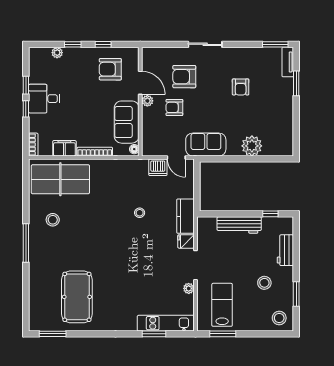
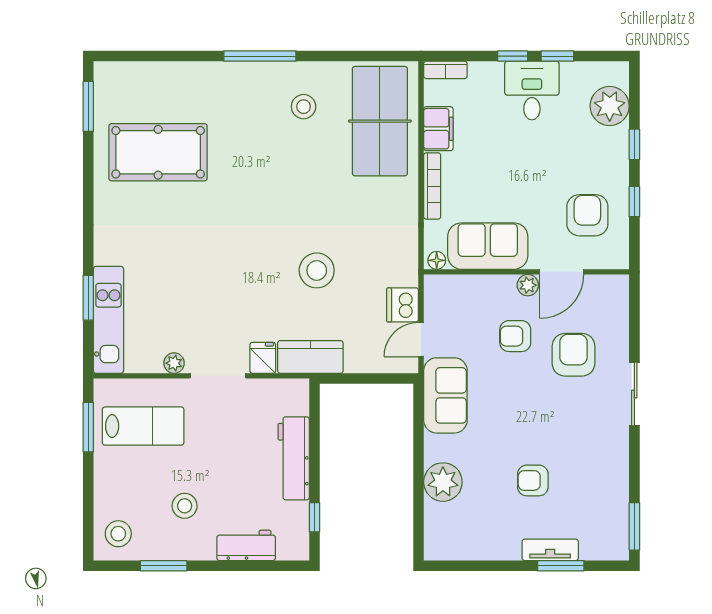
plant: (57, 53) -> (610, 106), width x1.88, depth x1.88
tv unit: (288, 62) -> (550, 550), moved
armchair: (241, 87) -> (533, 480), moved
armchair: (174, 107) -> (515, 336), turned -90
stool: (140, 213) -> (317, 270), width x1.89, depth x1.89

